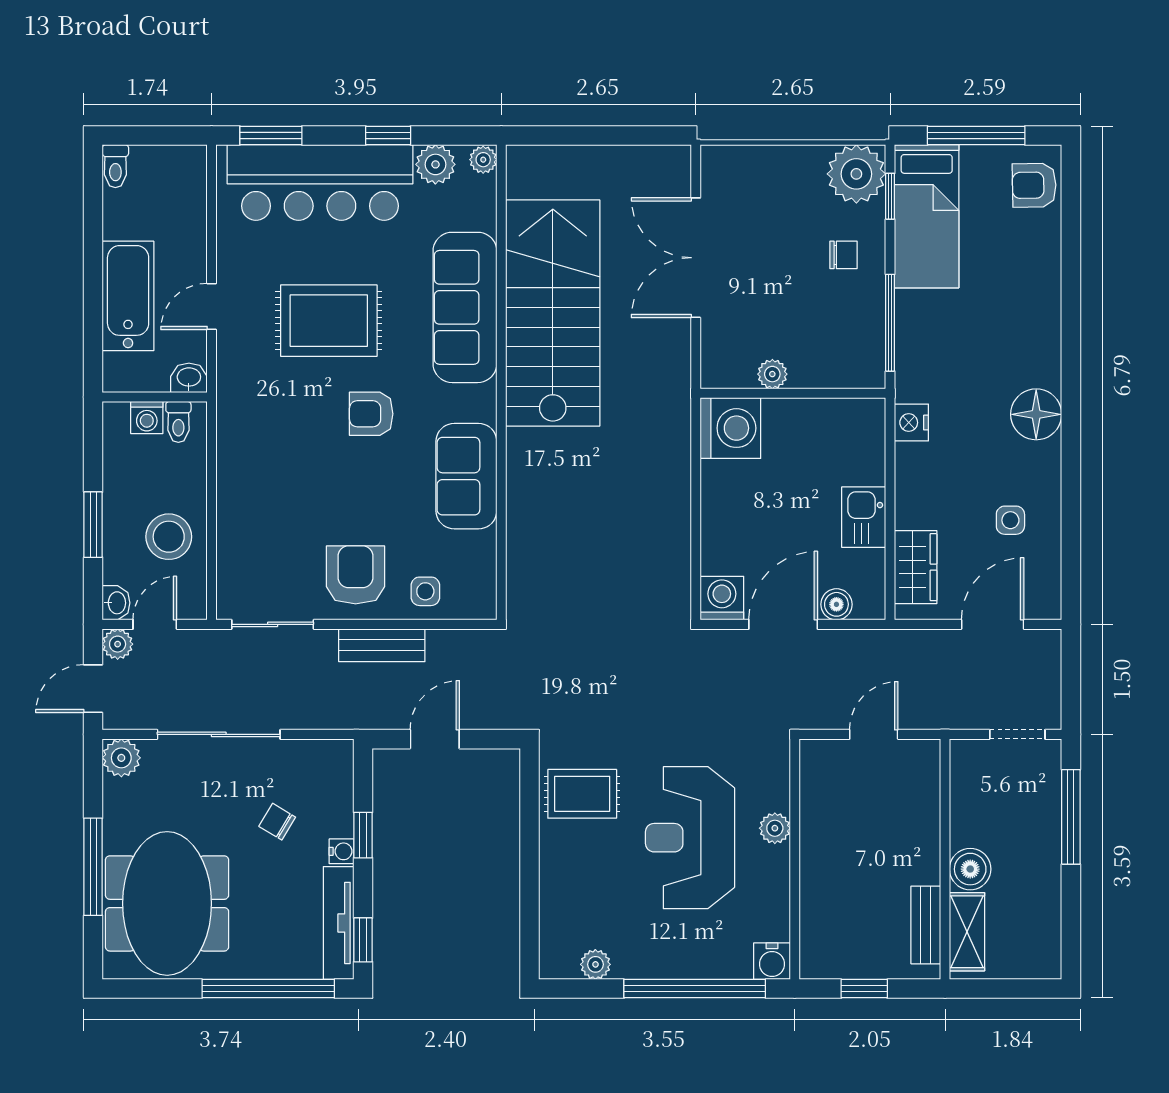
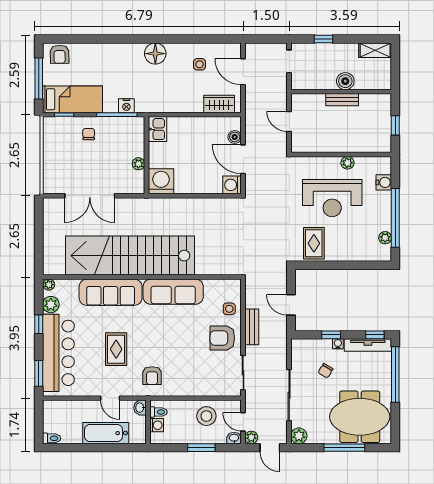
plant: (856, 174) -> (55, 129), removed
stairs: (553, 313) -> (130, 256), width x1.36
rug: (329, 321) -> (116, 349), width x0.73, depth x0.70
armchair: (371, 414) -> (152, 376), moved
nightstand: (911, 423) -> (126, 106), moved
sofa: (466, 476) -> (173, 292), width x1.36
kitchen sink: (864, 517) -> (157, 129), moved, turned -90
window: (1071, 817) -> (324, 39), width x0.46
plant: (775, 828) -> (347, 163), moved
bench: (926, 925) -> (342, 100), moved
shelving: (967, 932) -> (375, 50), moved
water cooler: (772, 961) -> (384, 182), moved
window: (695, 989) -> (395, 218), moved

